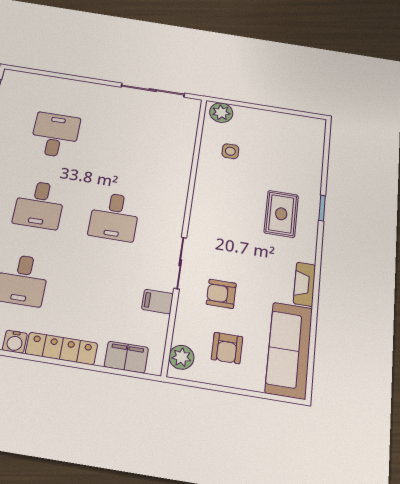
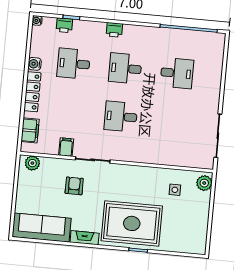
rug: (281, 214) -> (132, 223), width x1.86, depth x2.06
armchair: (227, 348) -> (40, 190), removed

